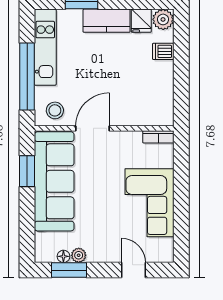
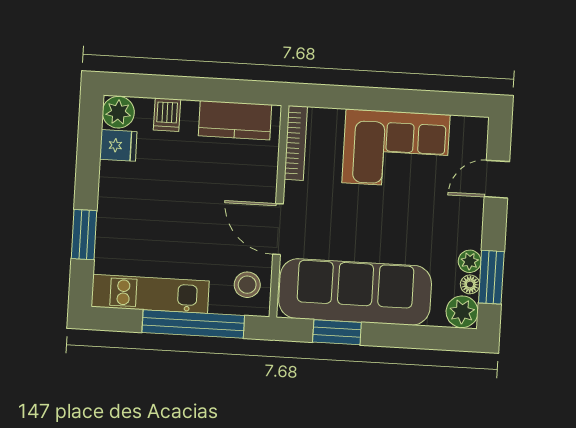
kitchen counter: (107, 21) -> (235, 120), moved, turned 90
bookcase: (158, 137) -> (296, 143), width x1.56
plant: (45, 252) -> (462, 312), added

